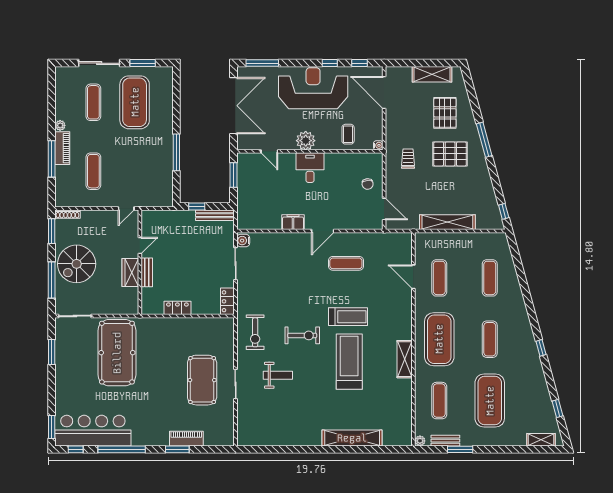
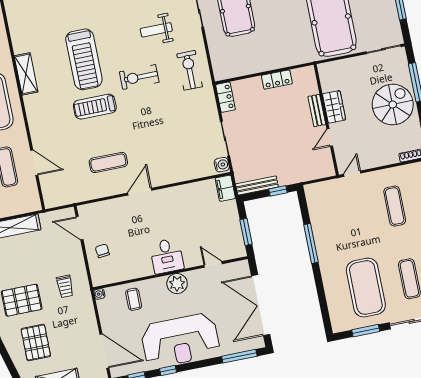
filing cabinet: (293, 222) -> (225, 188), moved, turned 90

